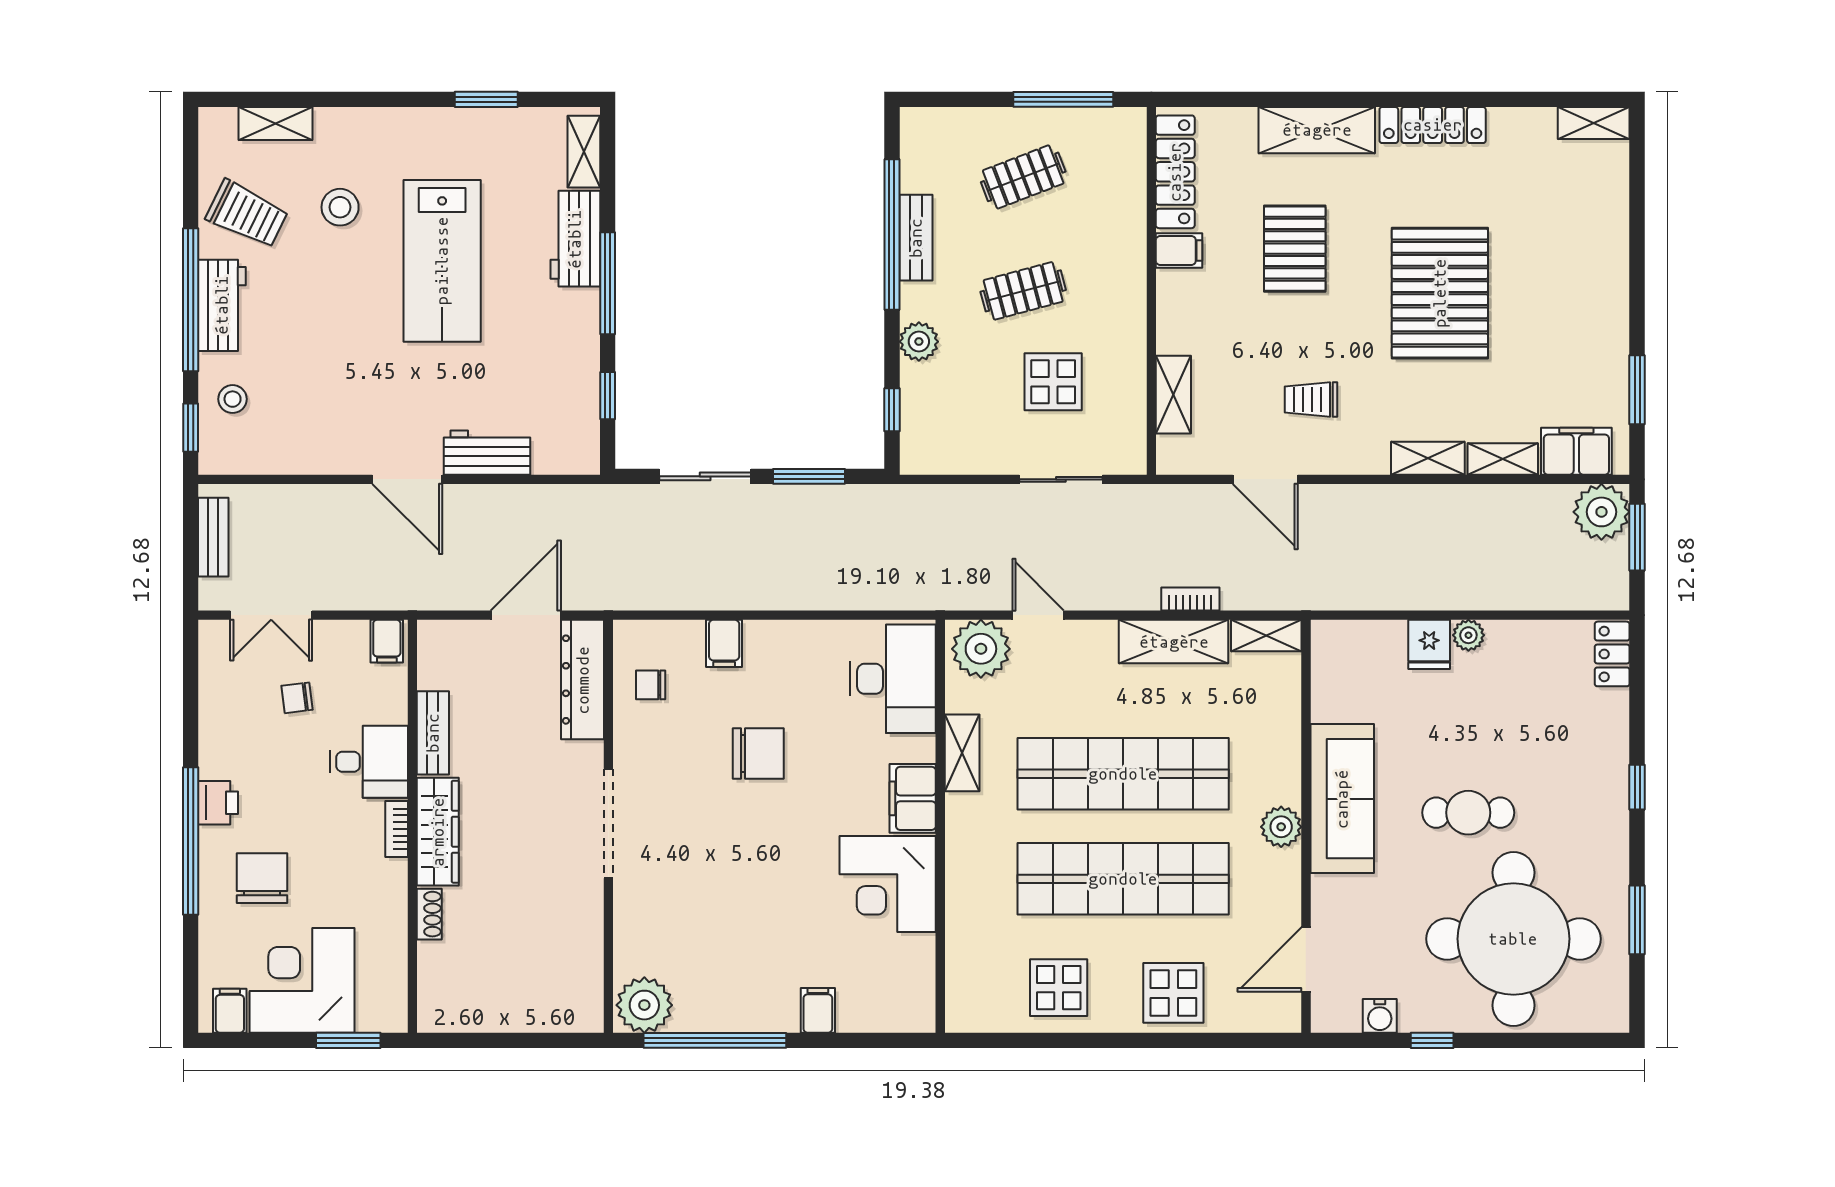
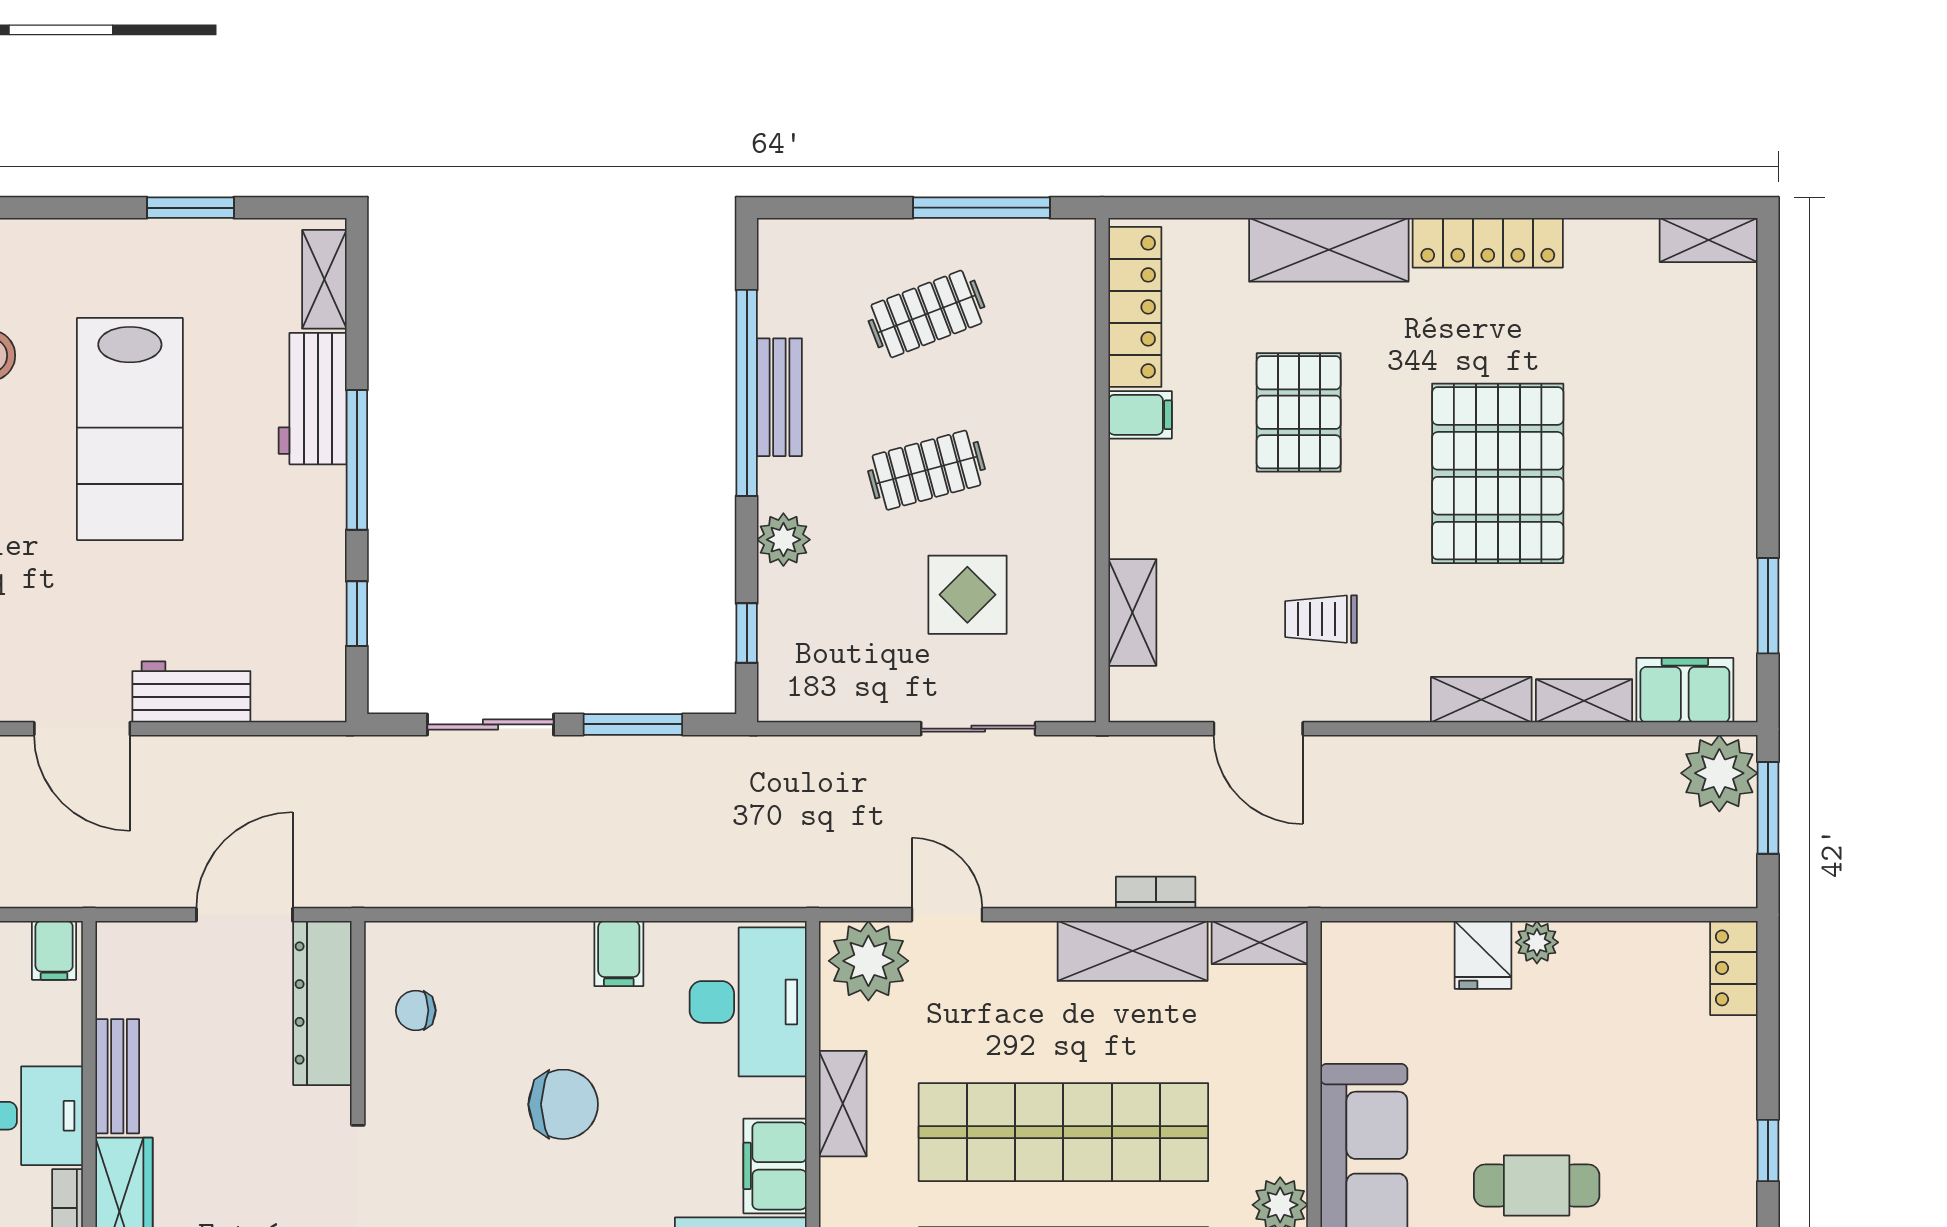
filing cabinet: (724, 643) -> (619, 954), moved

